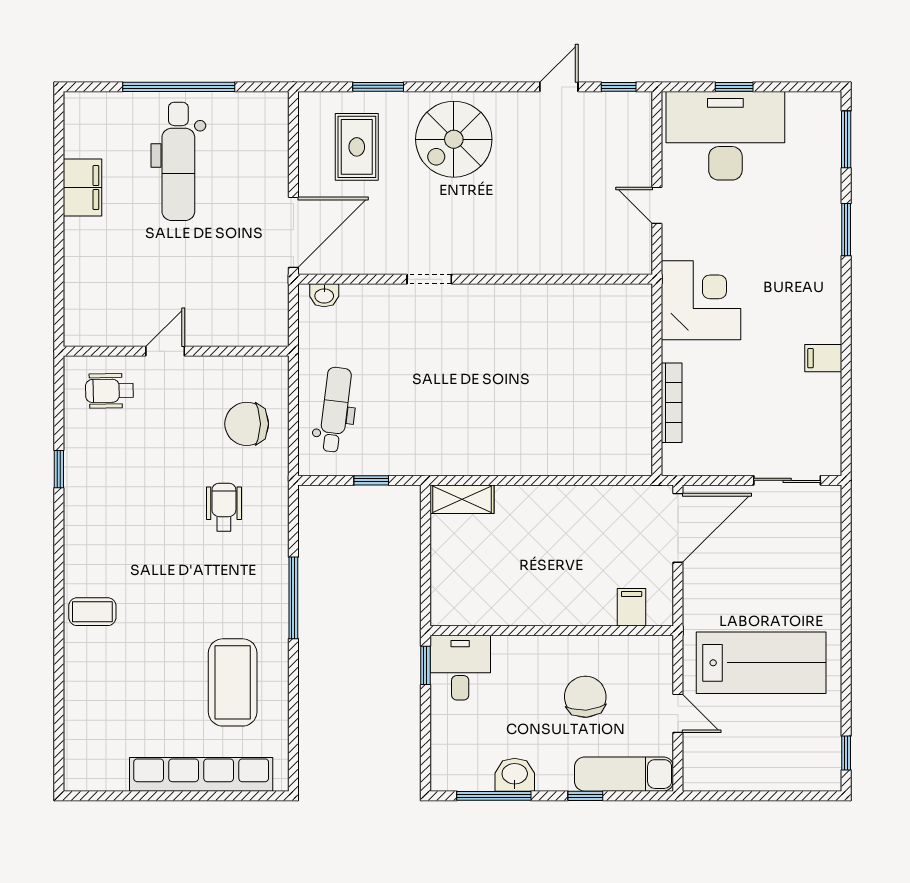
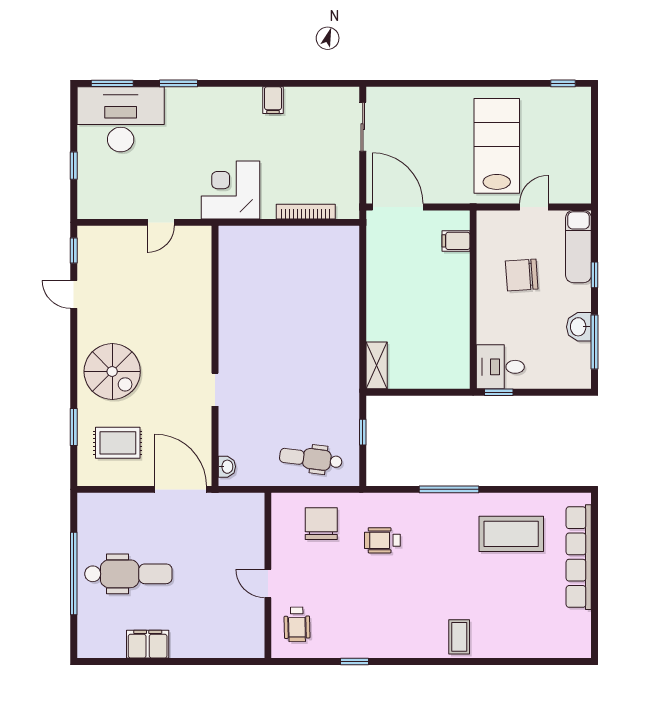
desk: (725, 136) -> (121, 119), moved, turned 90
chair: (247, 424) -> (321, 524), turned 180

